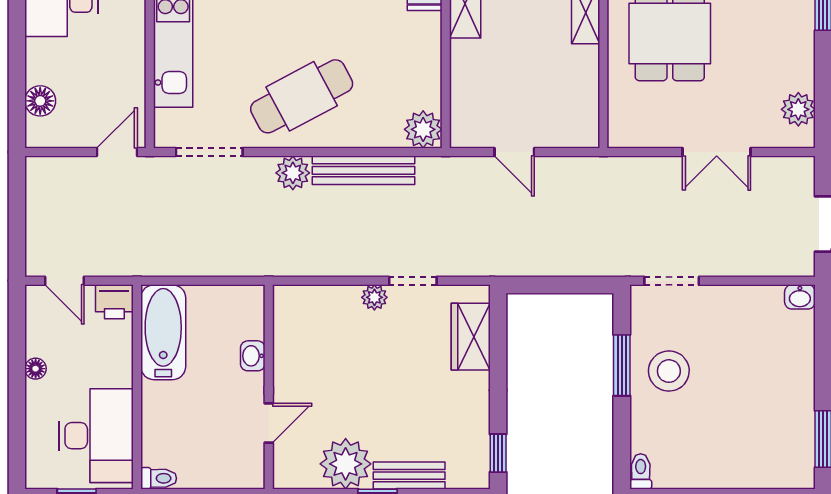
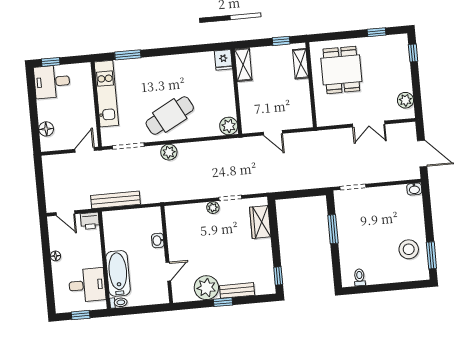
bench: (363, 170) -> (115, 200), moved
bathtub: (163, 332) -> (118, 273), moved
stool: (669, 371) -> (409, 249), moved
desk: (96, 436) -> (87, 285), width x0.73
toilet: (641, 471) -> (360, 277), moved

